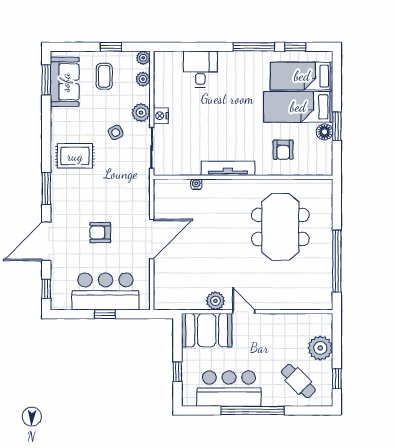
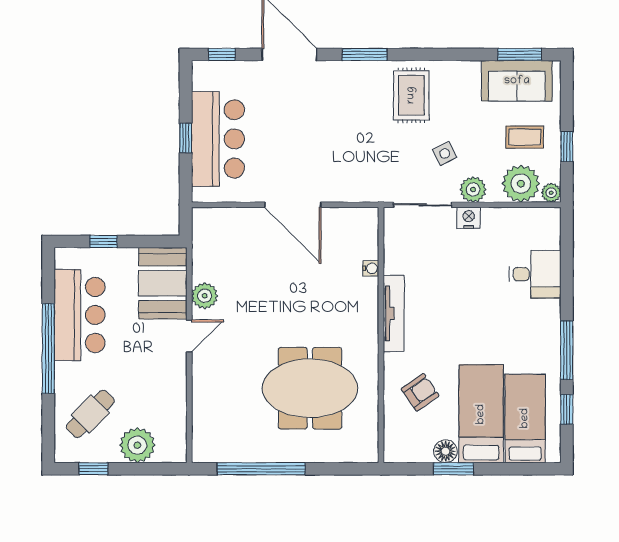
plant: (143, 79) -> (521, 184), width x1.88, depth x1.88
armchair: (283, 150) -> (420, 392), turned 145
armchair: (100, 233) -> (302, 131), removed

